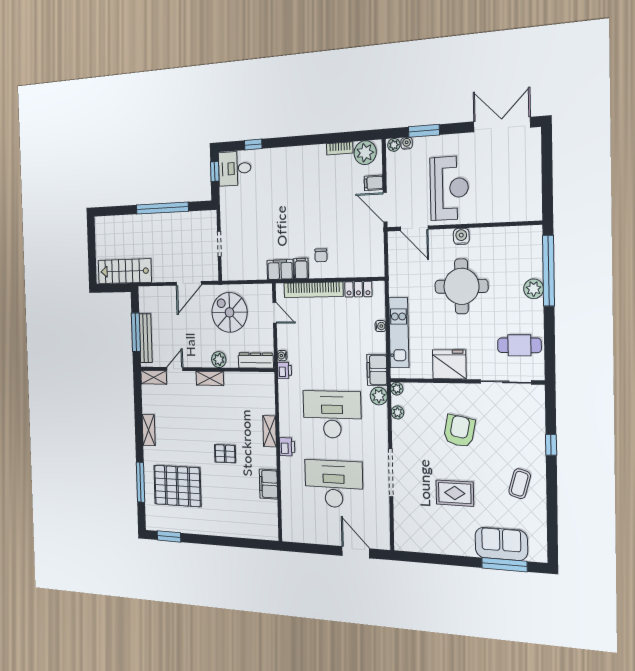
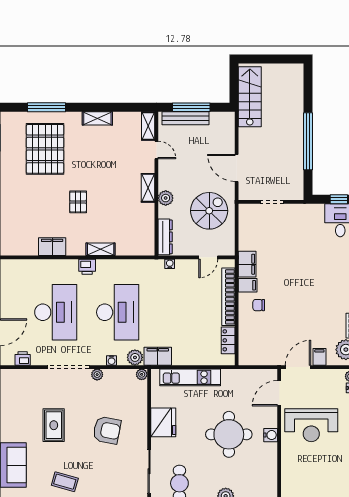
water cooler: (380, 326) -> (112, 360), moved
printer: (284, 370) -> (23, 358), moved, turned 180
plant: (397, 412) -> (97, 375), moved

